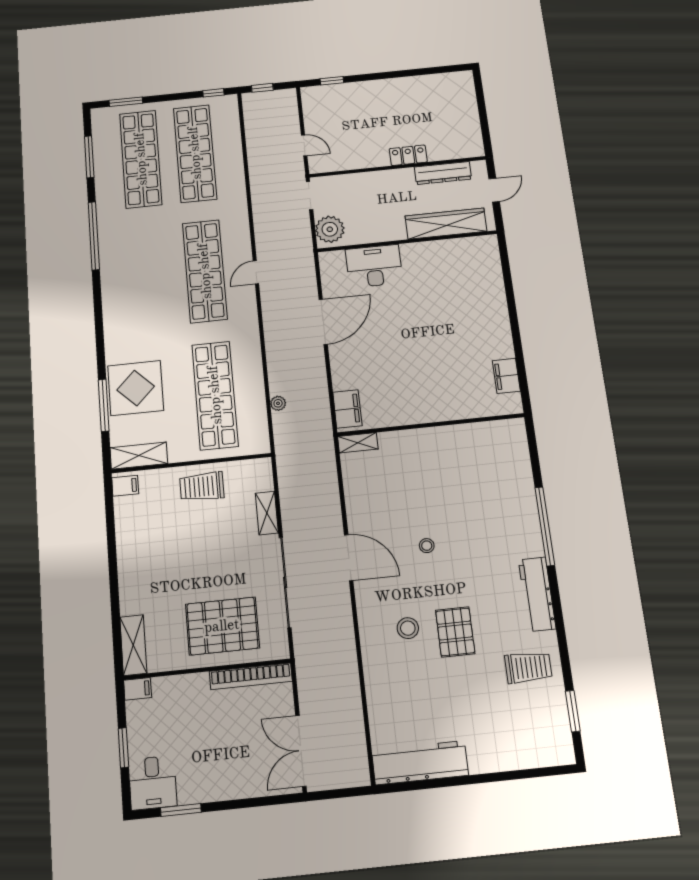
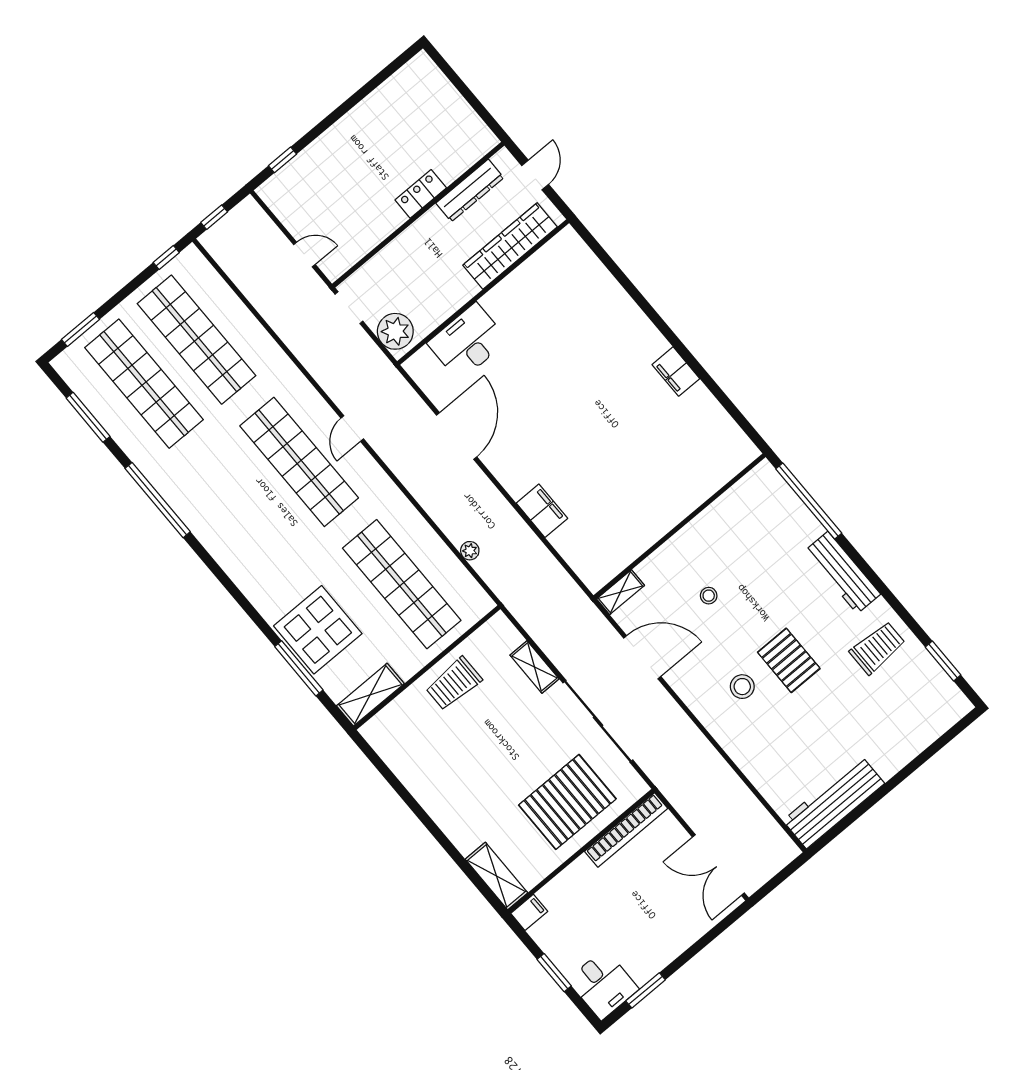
wall: (431, 425) -> (680, 526), moved
shelving: (358, 443) -> (621, 592), moved
filing cabinet: (125, 486) -> (379, 733), removed

